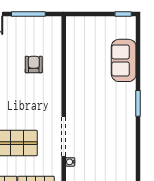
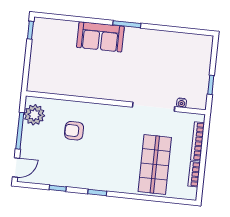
plant: (45, 26) -> (34, 115), added
sofa: (124, 60) -> (100, 37), moved

